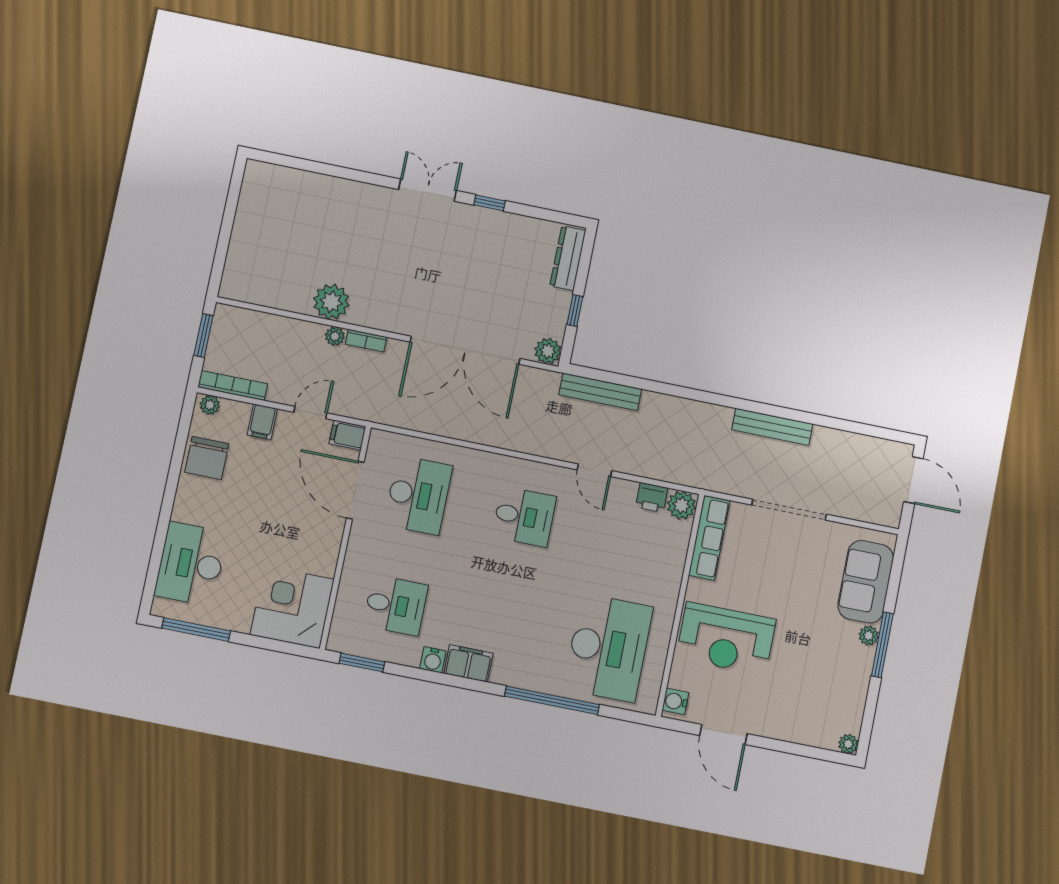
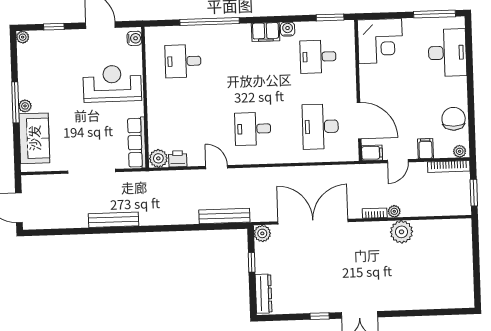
desk: (608, 648) -> (183, 61), width x0.53, depth x0.77
window: (796, 749) -> (54, 27), added

